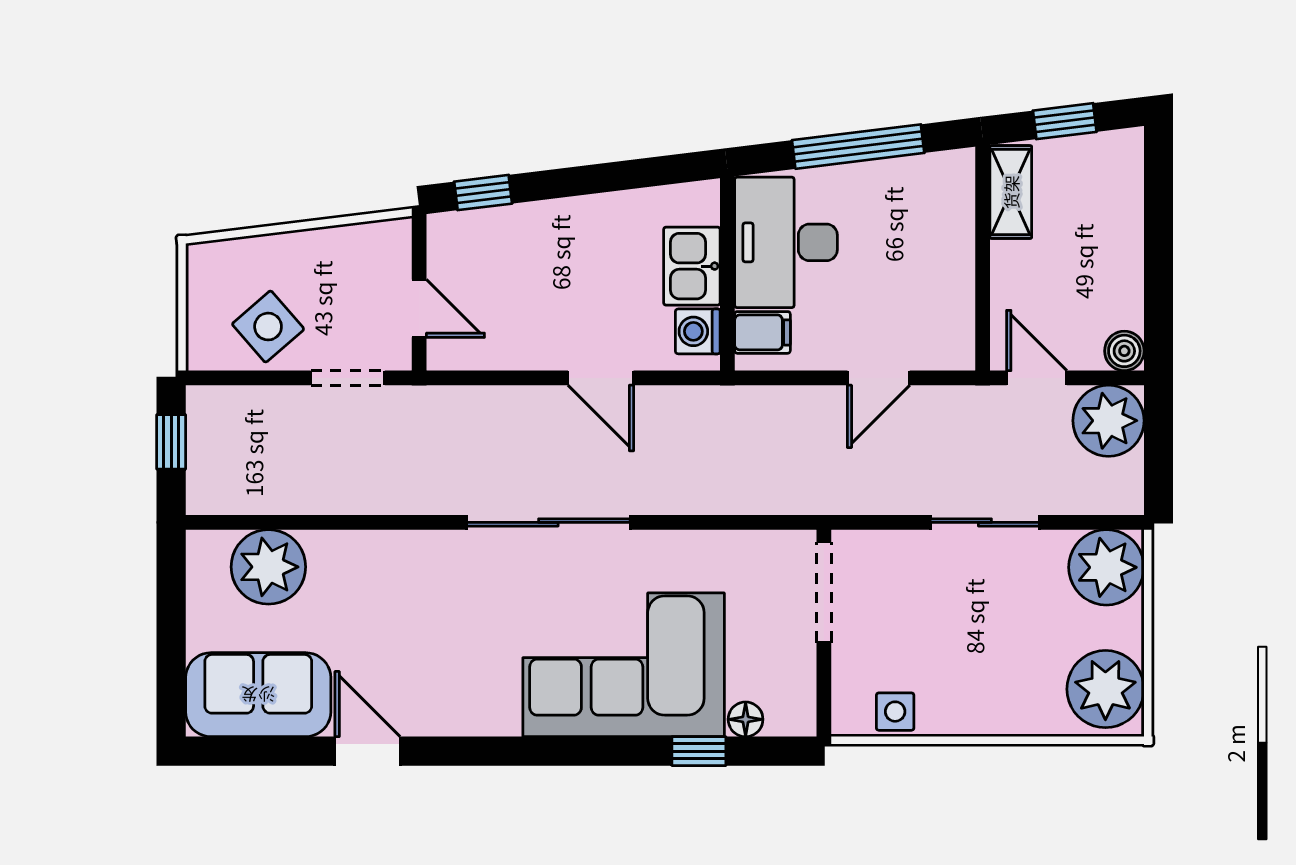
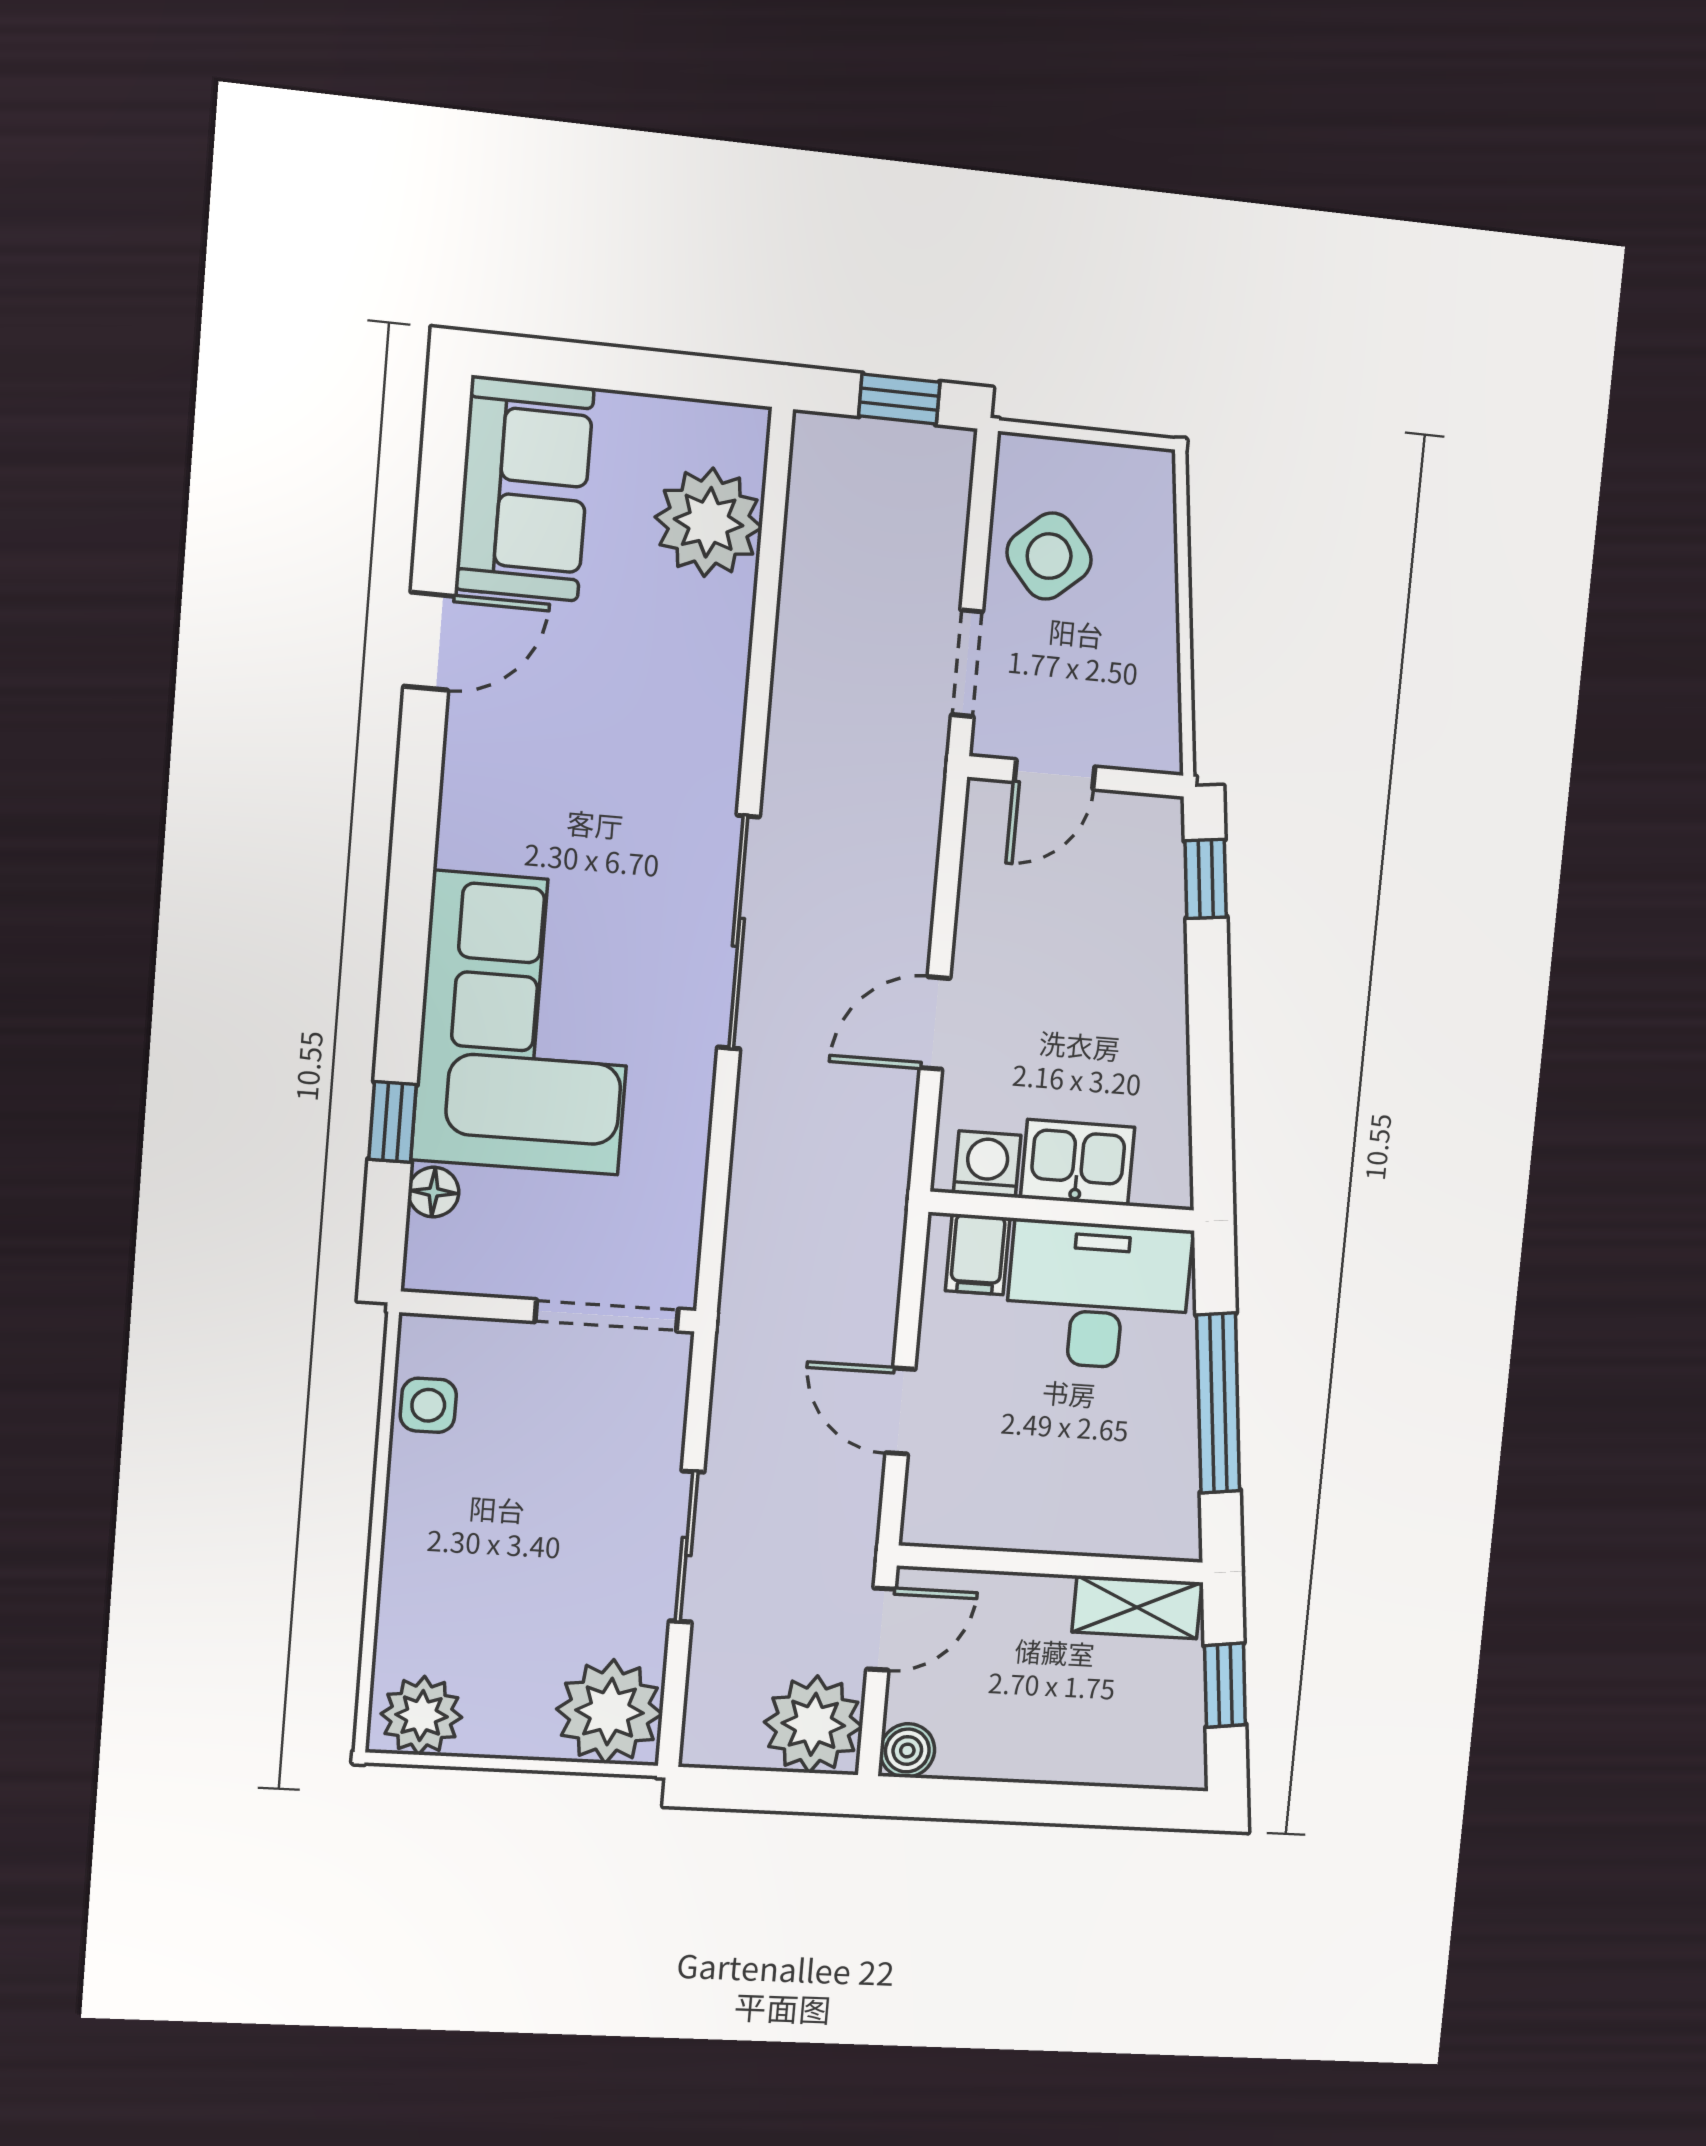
plant: (1105, 689) -> (421, 1716), width x0.73, depth x0.73

